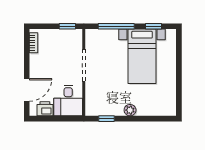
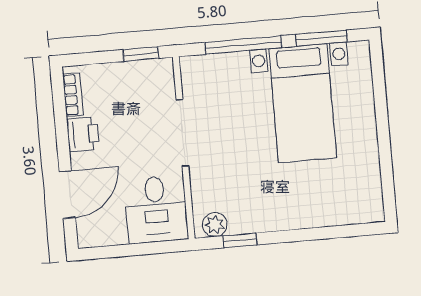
window: (153, 26) -> (321, 38), width x1.50
printer: (45, 109) -> (83, 134), moved, turned 90
plant: (130, 110) -> (215, 225), moved

